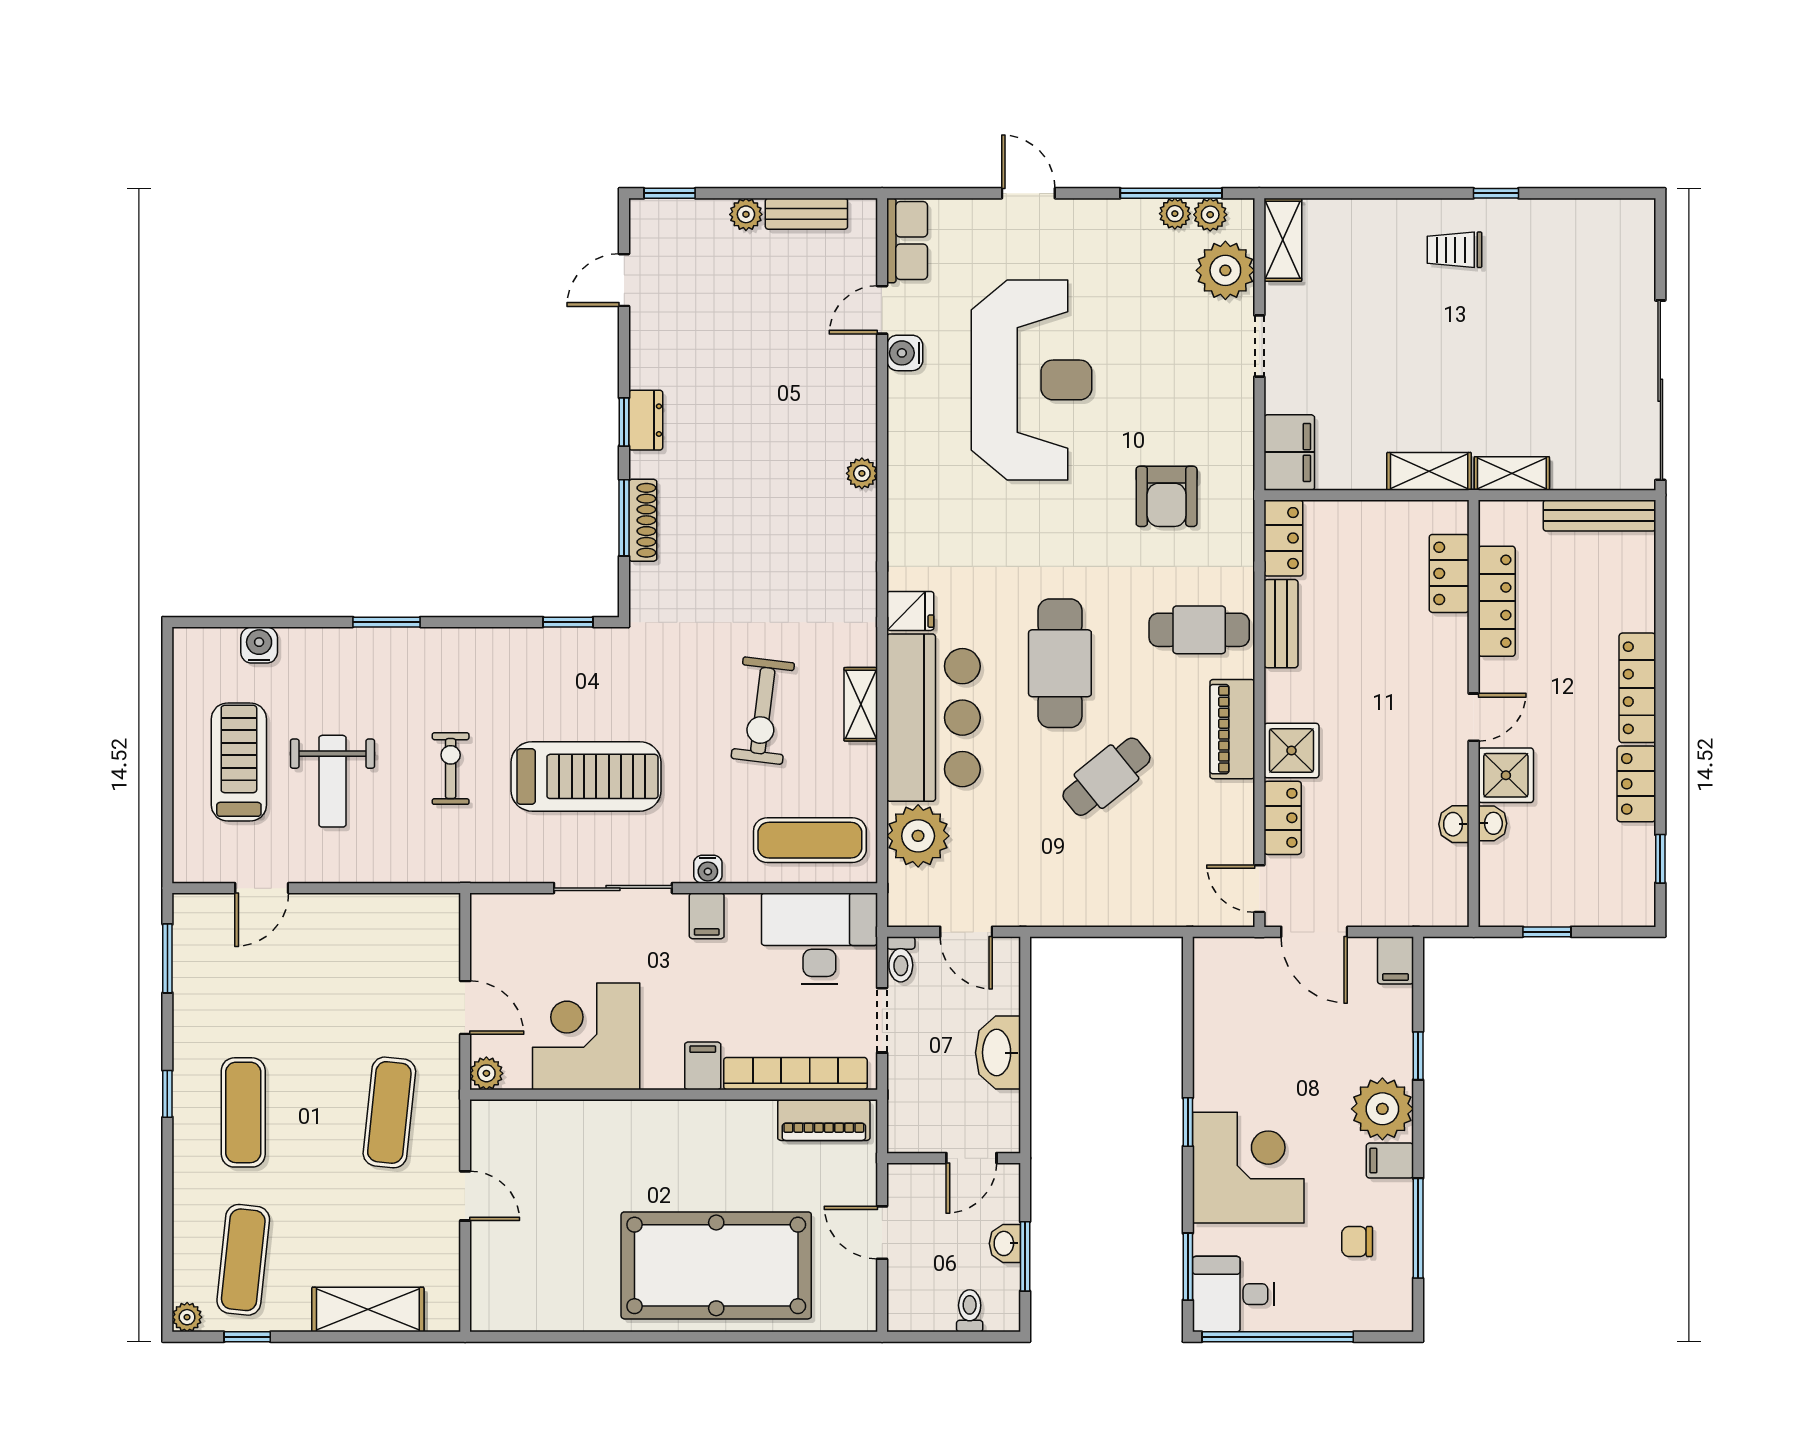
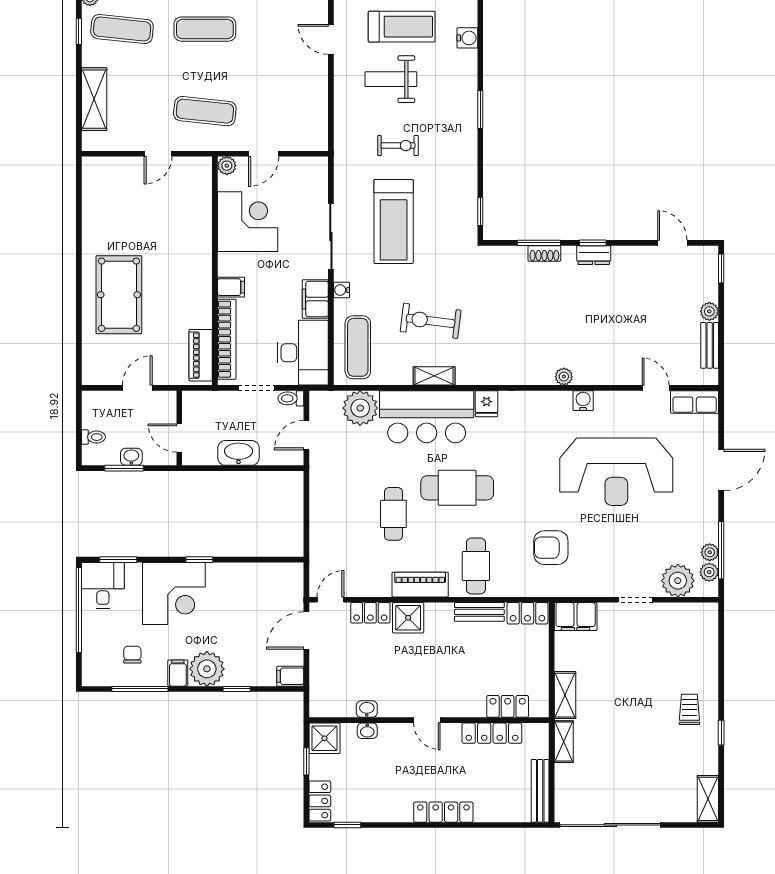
door: (1028, 193) -> (721, 470), width x1.38
shelving: (1283, 240) -> (708, 799), moved, turned 90
water cooler: (905, 353) -> (583, 401), moved
shoe rack: (643, 520) -> (544, 253), width x0.70
shower: (1506, 775) -> (324, 738), moved
cafe table: (1107, 777) -> (393, 514), turned 39
locker: (1636, 784) -> (320, 801), moved, turned 90
filing cabinet: (707, 916) -> (315, 299), width x2.00
pool table: (716, 1265) -> (119, 295), width x0.73, depth x0.76

